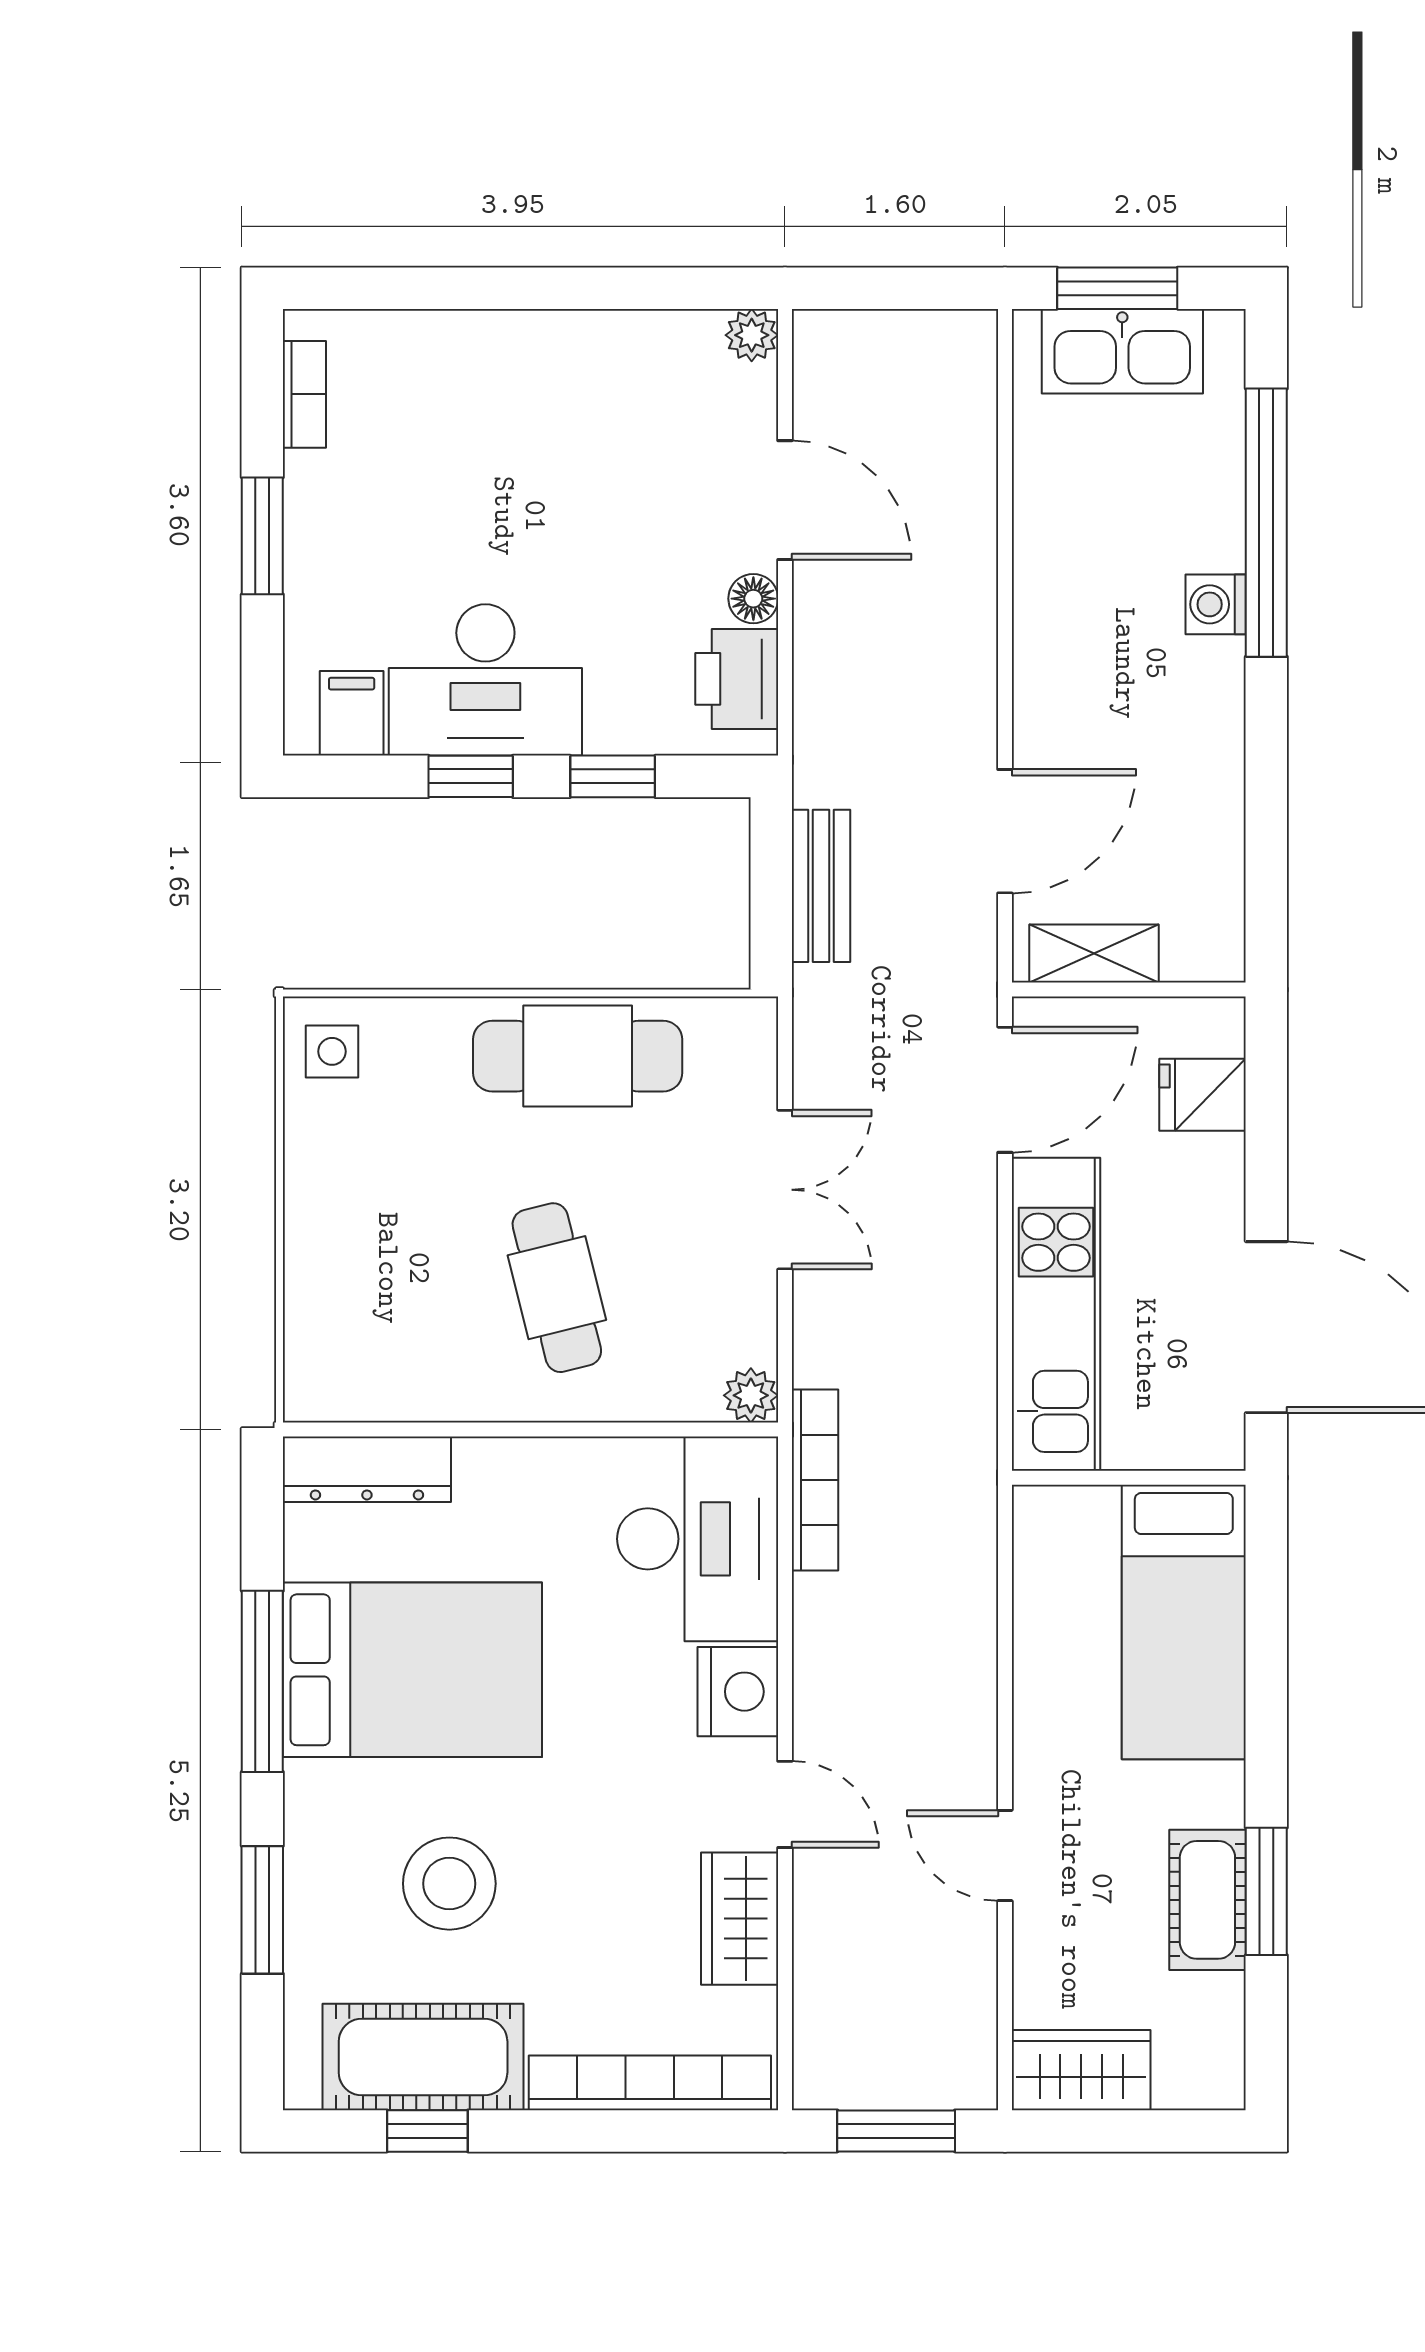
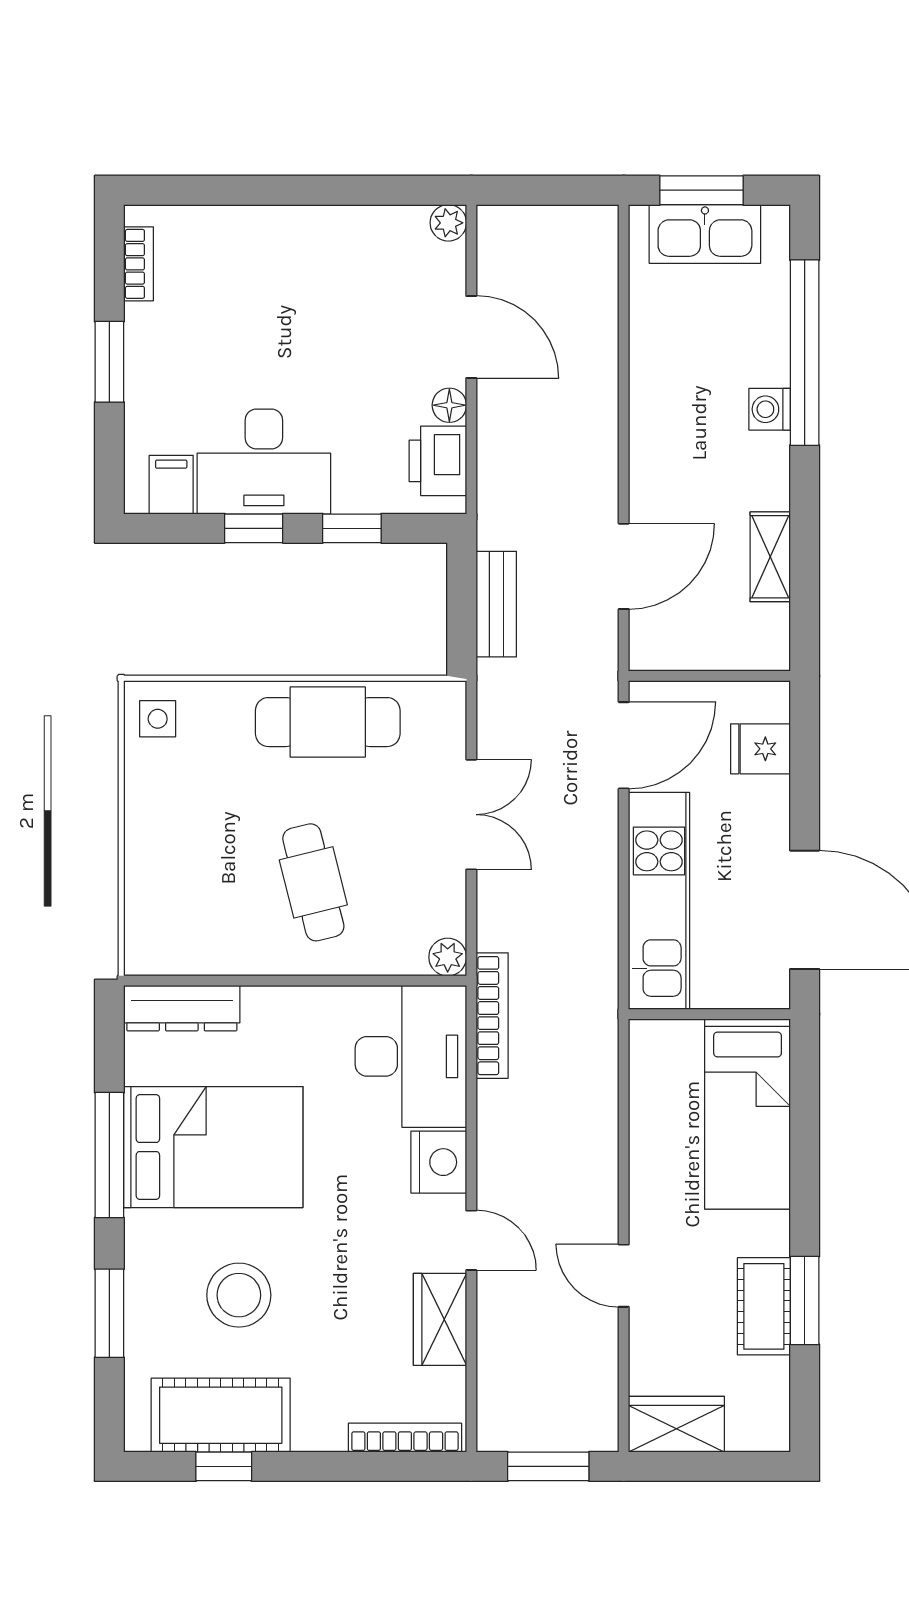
shelving: (1094, 954) -> (770, 557), moved, turned 90
bookcase: (650, 2083) -> (405, 1438), width x0.68, depth x0.76

